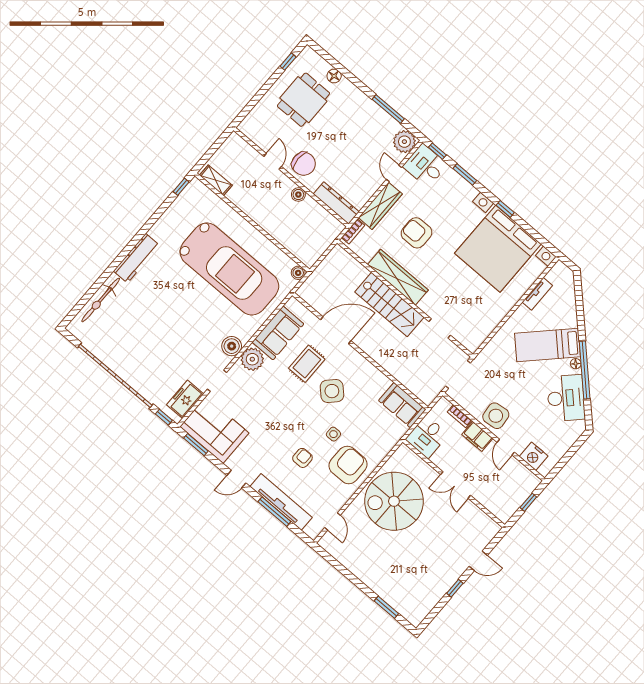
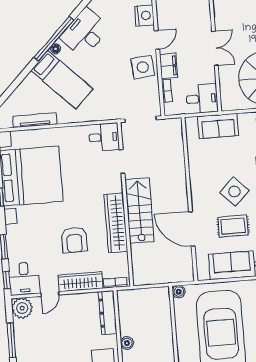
tv unit: (537, 294) -> (35, 120), width x1.41
desk: (472, 333) -> (104, 137), added
sofa: (402, 405) -> (218, 126), moved, turned 90

